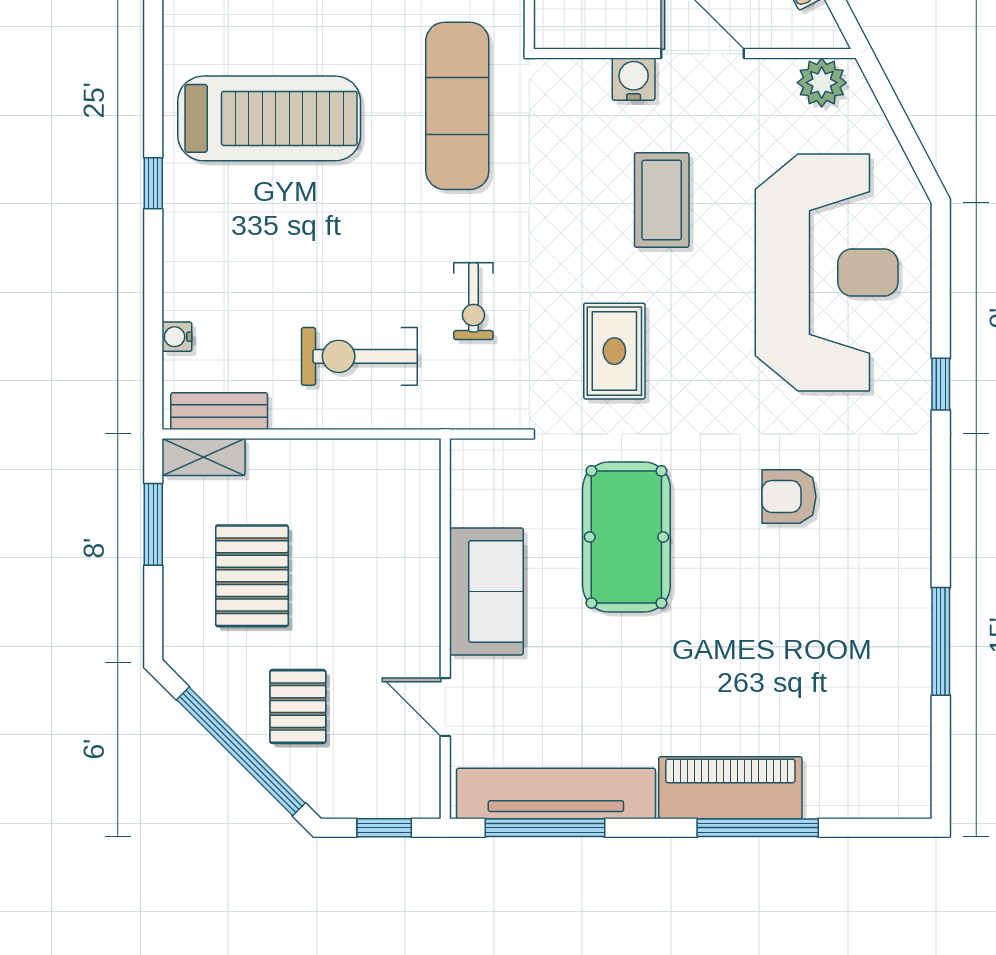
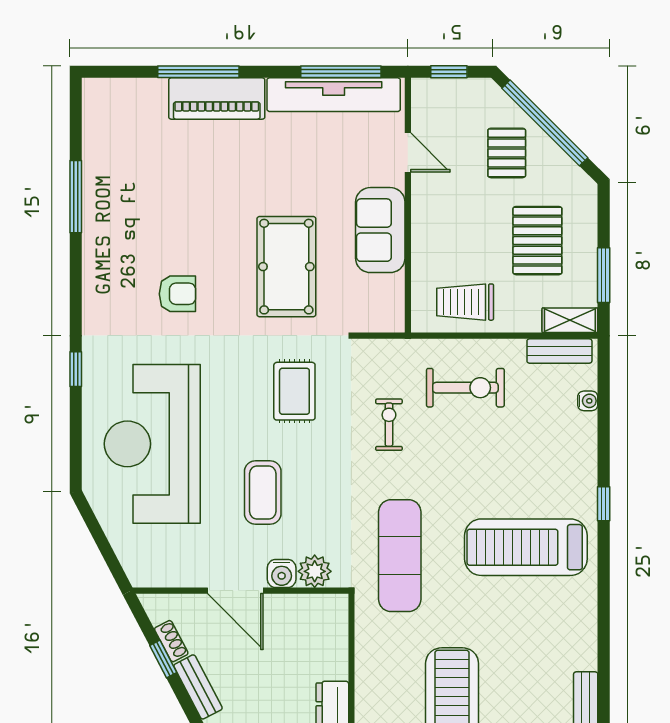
plant: (822, 83) -> (315, 571), moved
trolley: (360, 484) -> (465, 302), added

